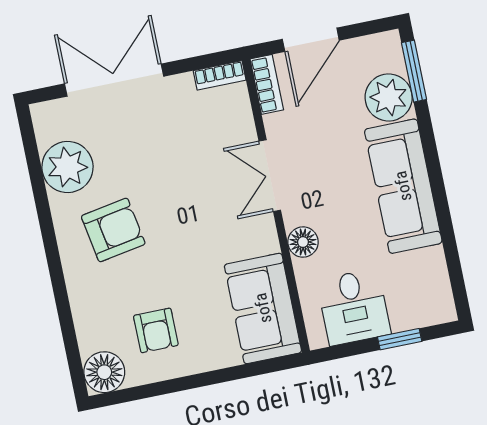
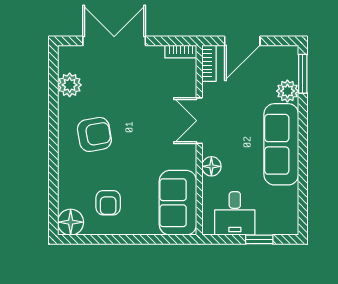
plant: (389, 97) -> (287, 91), width x0.73, depth x0.73
plant: (67, 167) -> (70, 85), width x0.73, depth x0.73

